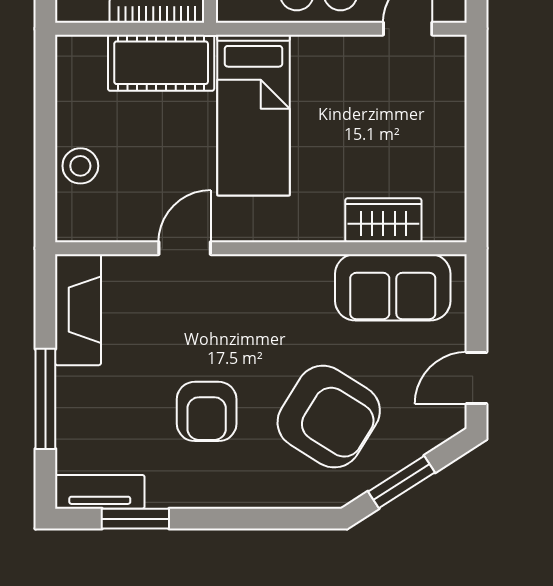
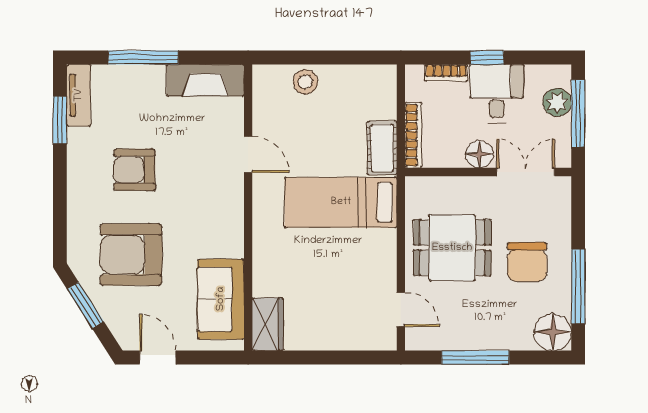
cot: (161, 63) -> (382, 148), width x0.73, depth x0.75
wardrobe: (383, 220) -> (268, 324), moved
armchair: (329, 417) -> (131, 255), turned 58

